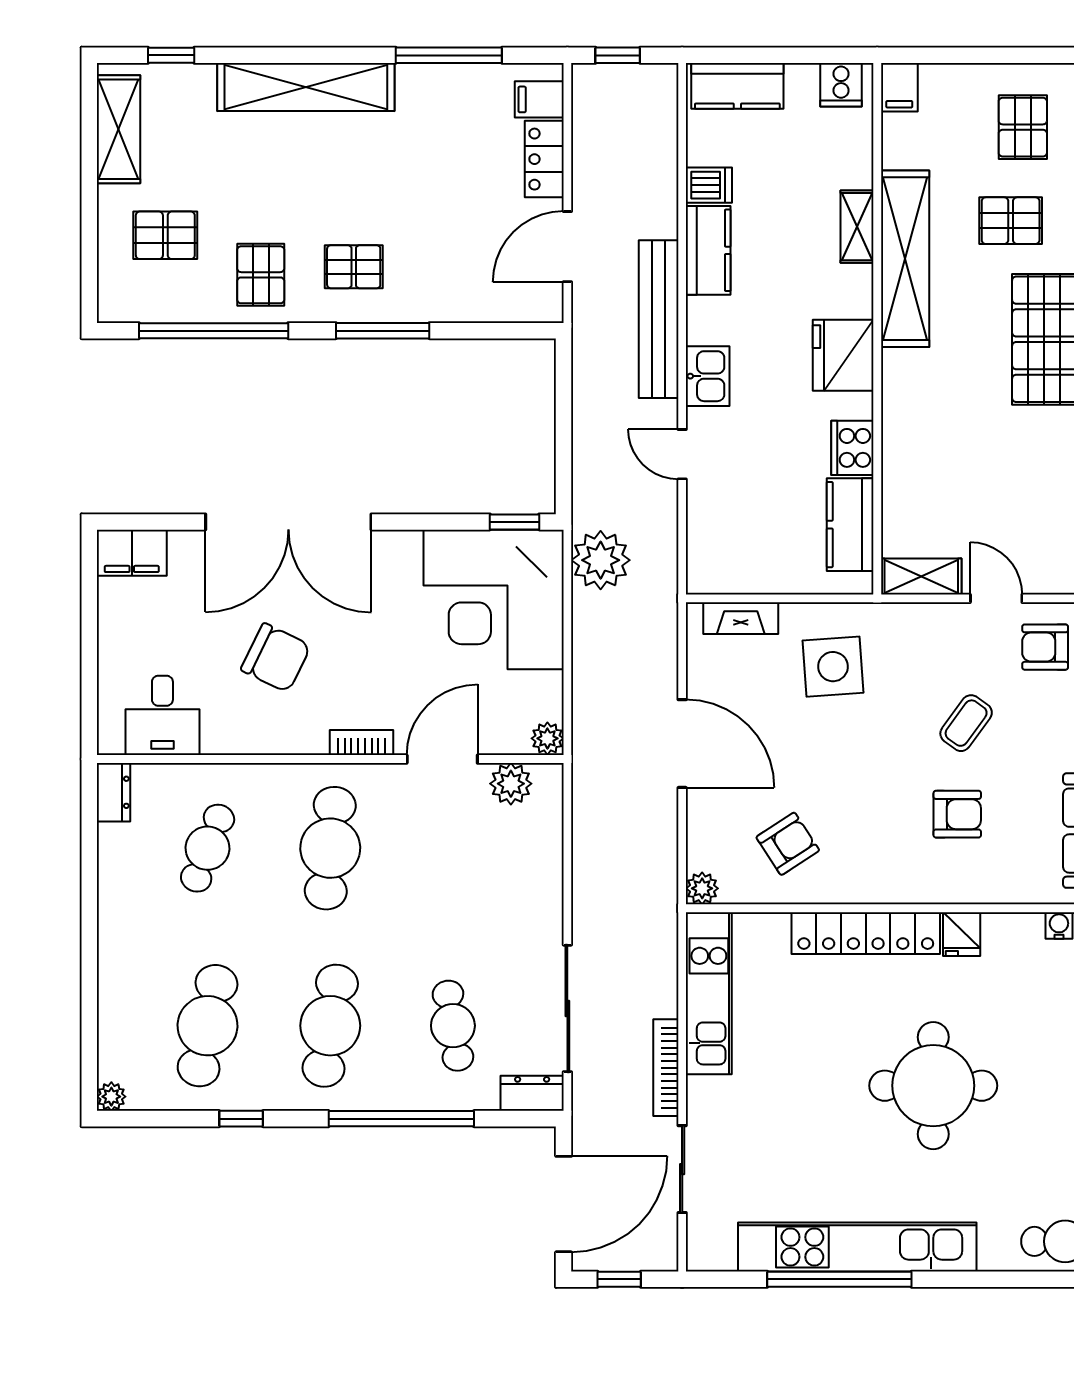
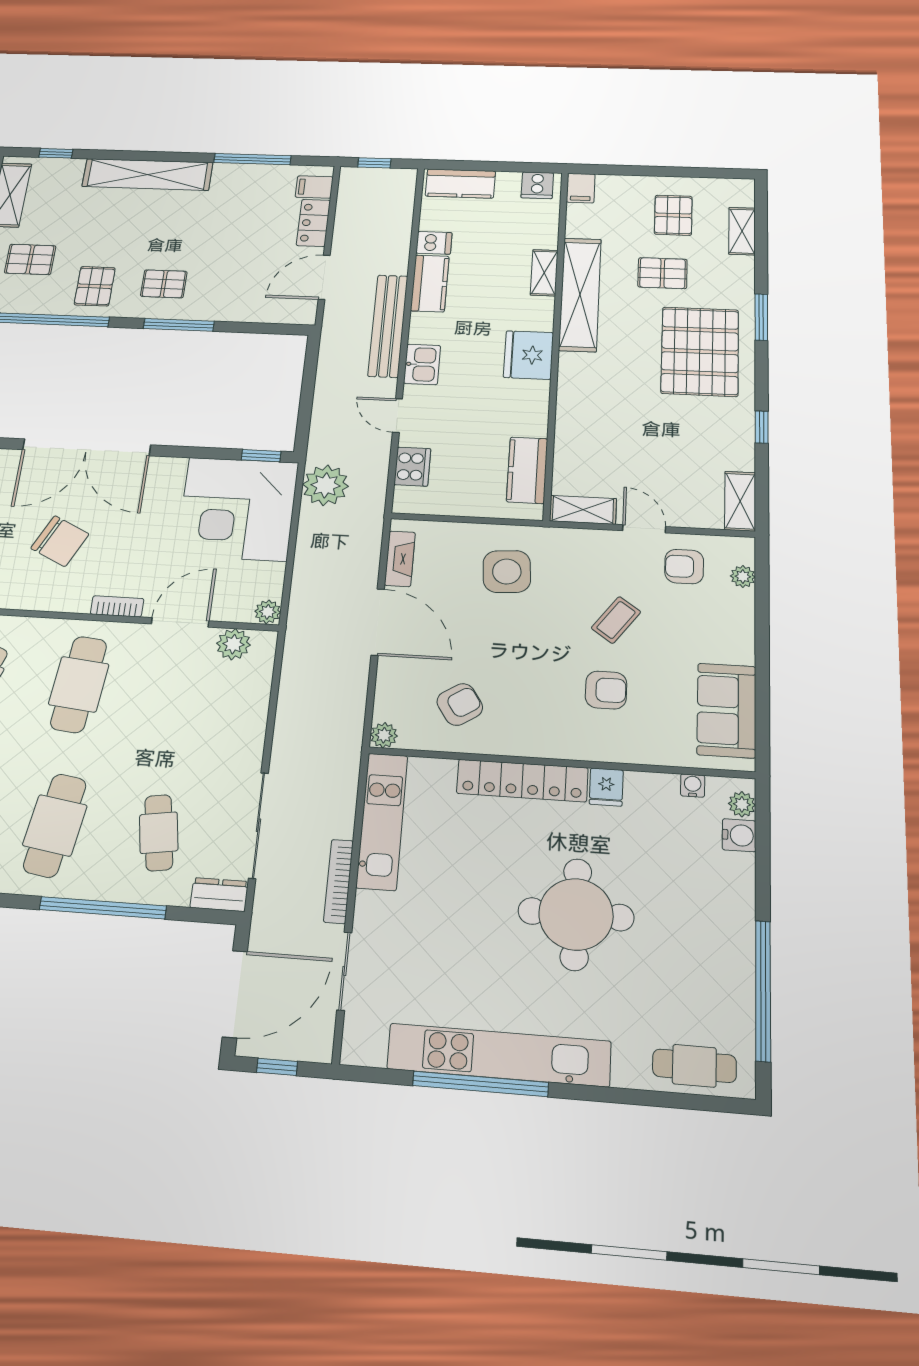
cooker: (852, 448) -> (412, 467), moved, turned 180
fireplace: (741, 618) -> (400, 559), moved, turned -90

